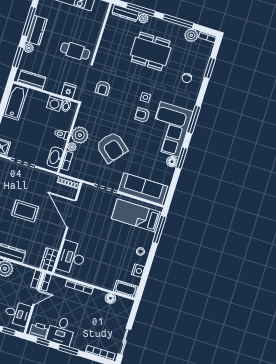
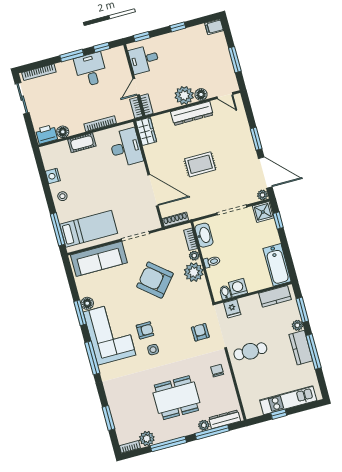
chair: (187, 78) -> (217, 371), moved
cot: (126, 289) -> (82, 143), moved
printer: (39, 331) -> (46, 134), moved, turned 180

